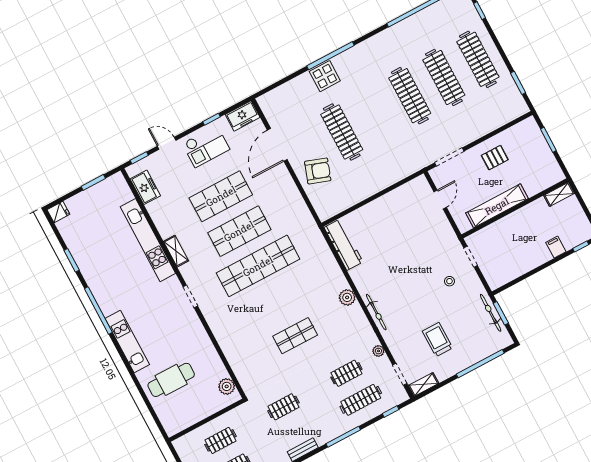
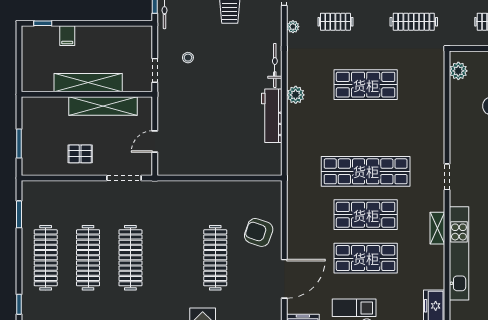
shelving: (559, 194) -> (88, 83), moved, width x2.20, depth x1.33
workbench: (343, 245) -> (272, 116), moved
shop shelf: (295, 336) -> (366, 85), width x1.43, depth x1.36
clothes rail: (283, 407) -> (414, 22), width x1.36

